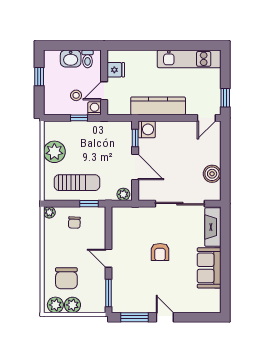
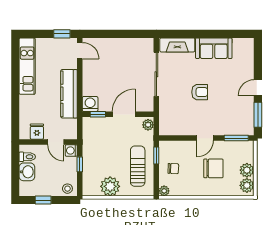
stool: (76, 95) -> (67, 189), moved
boiler: (212, 174) -> (130, 46), removed
chair: (66, 278) -> (213, 168), moved

